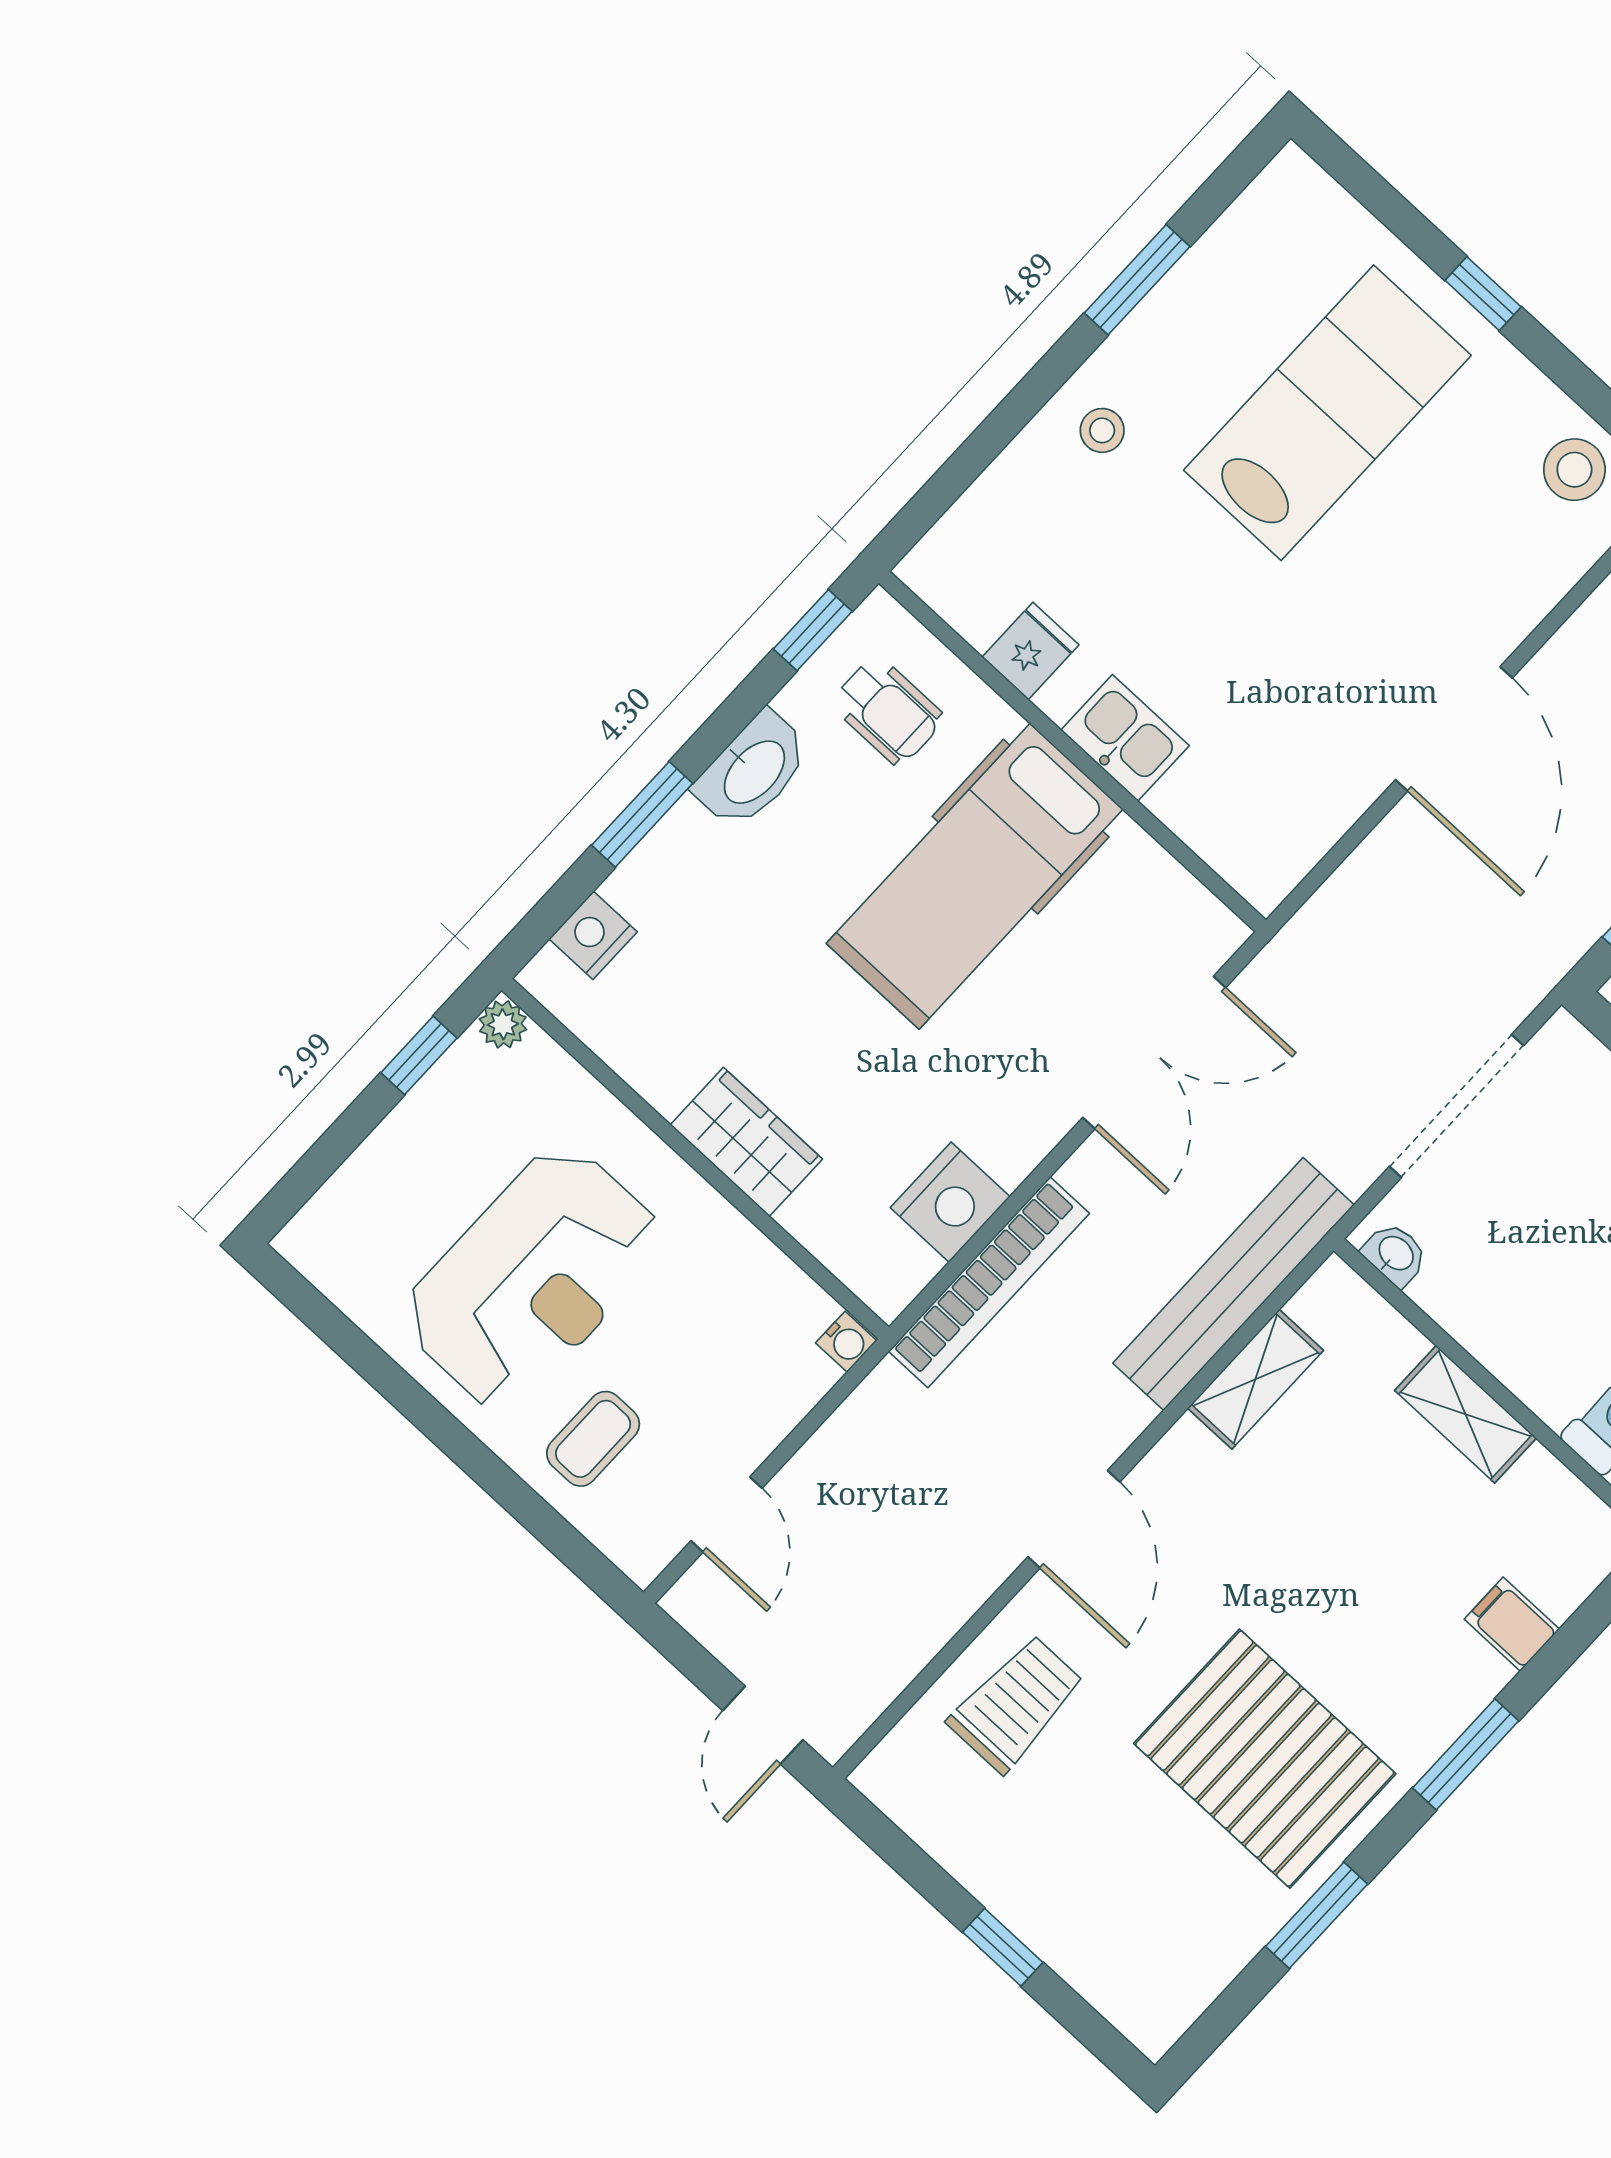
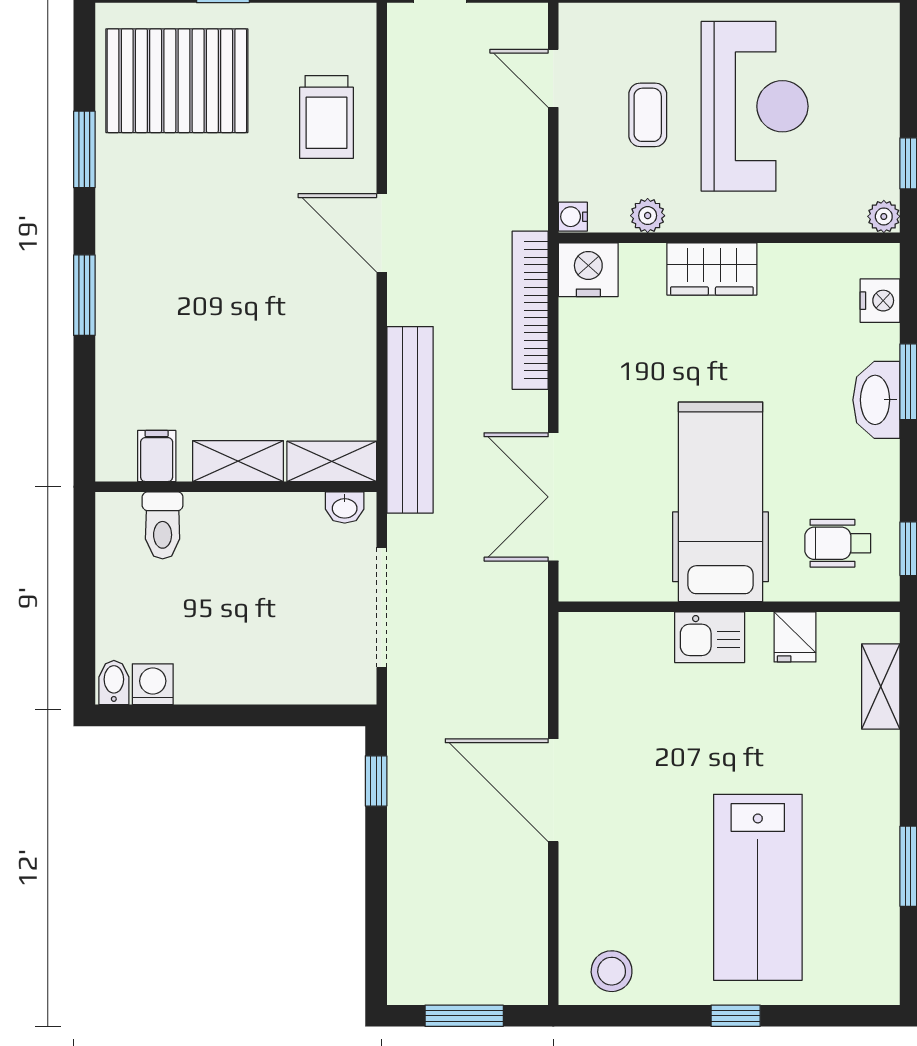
stool: (1102, 430) -> (860, 777), removed
shelving: (986, 509) -> (881, 686), added
washbasin: (753, 771) -> (876, 400), moved
nightstand: (950, 1202) -> (588, 270), moved, turned 90
plant: (763, 1267) -> (648, 216), added
reception desk: (533, 1278) -> (755, 106), turned 180
shelving: (1255, 1379) -> (332, 461), moved, turned 90
coffee table: (593, 1439) -> (648, 115), moved
filing cabinet: (1512, 1624) -> (157, 456), moved, turned -90
pallet: (1265, 1759) -> (177, 81), moved

